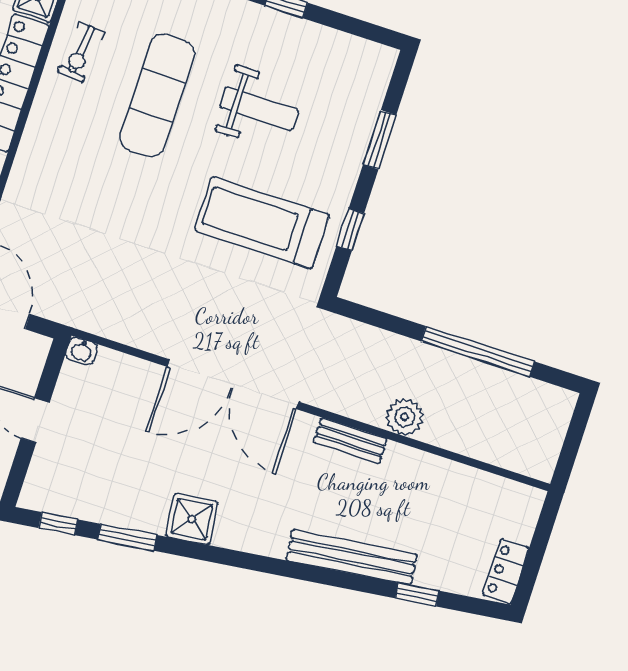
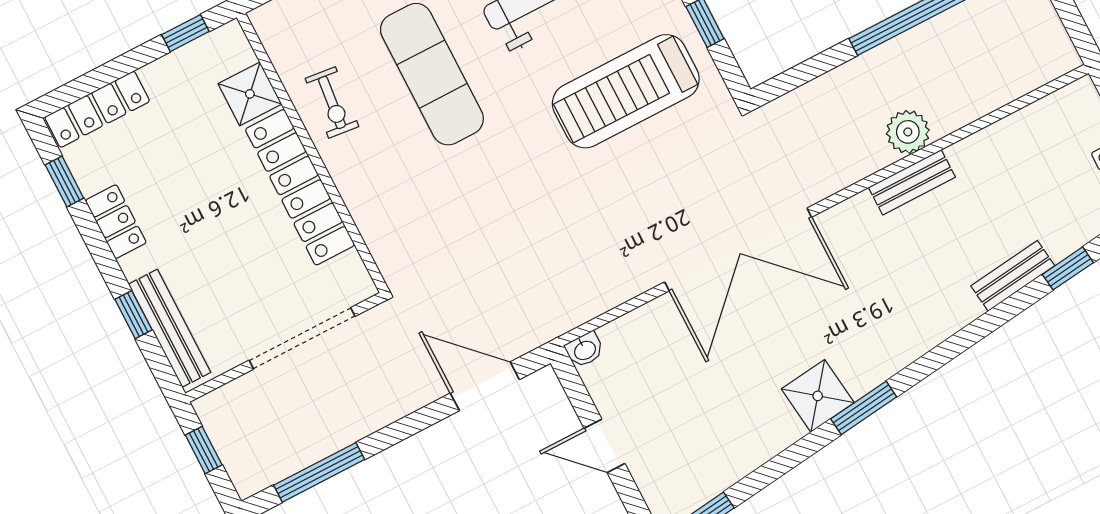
bench: (350, 441) -> (912, 182), moved
window: (127, 537) -> (864, 408), moved
bench: (352, 557) -> (1013, 276), width x0.54, depth x0.82

